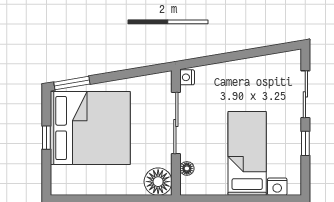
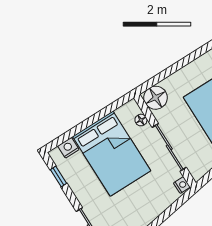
window: (305, 143) -> (58, 177), moved
bed: (247, 153) -> (112, 154), width x1.50

